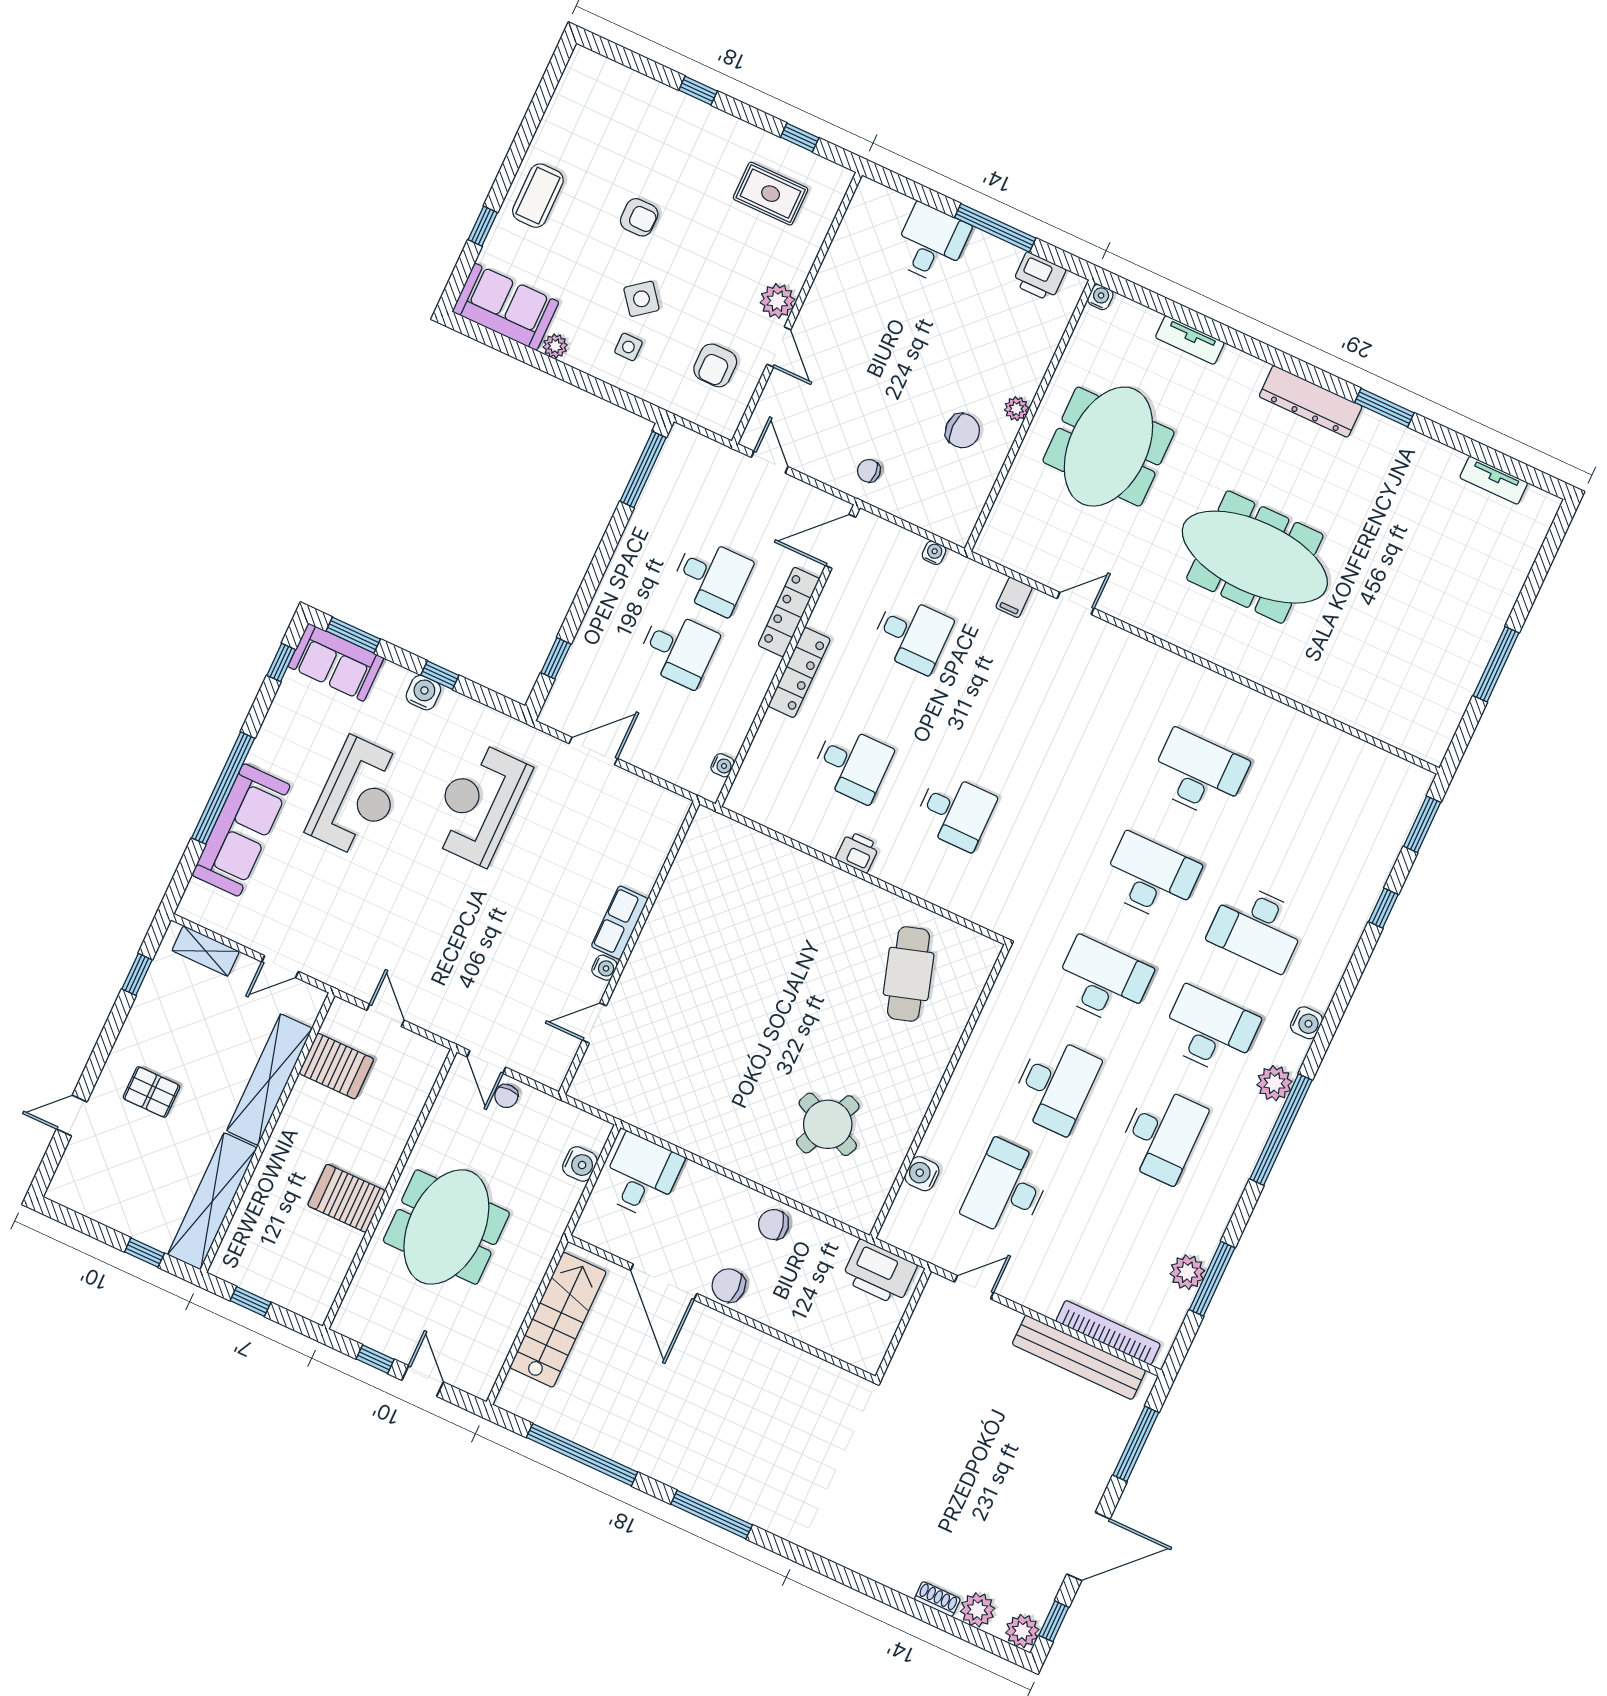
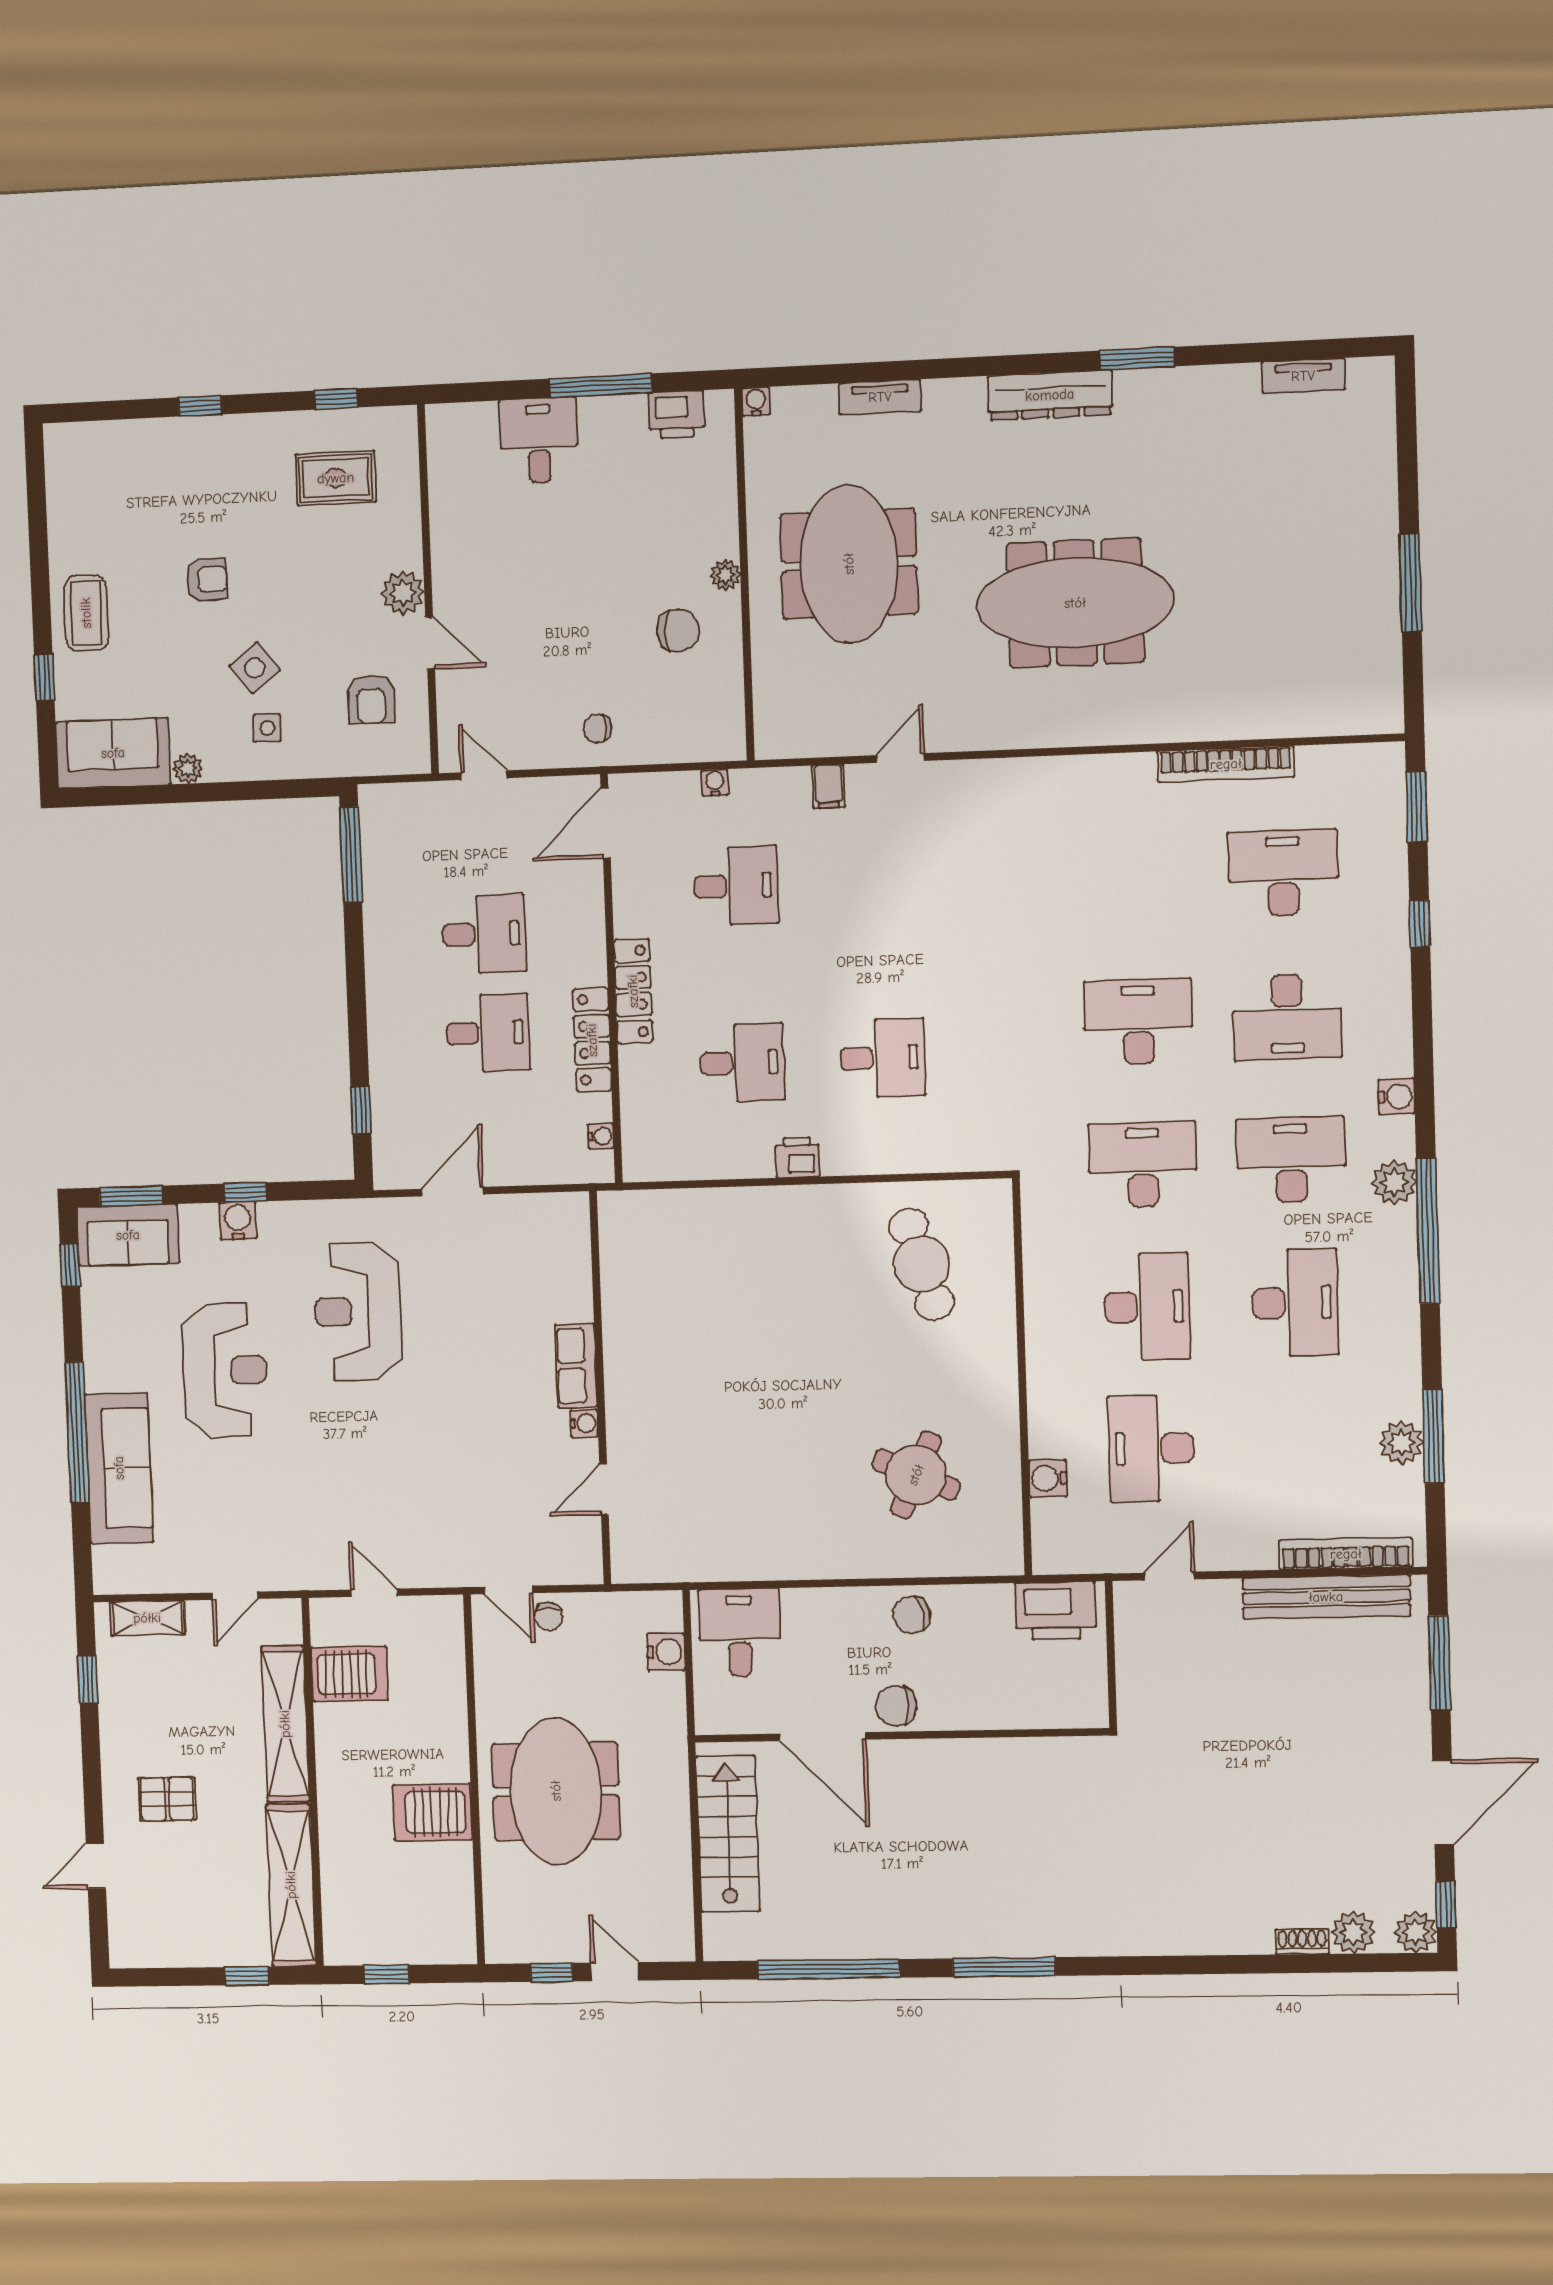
locker: (789, 612) -> (592, 1040), moved
bookcase: (1304, 726) -> (1226, 764), added
desk: (1199, 774) -> (1283, 873), moved

